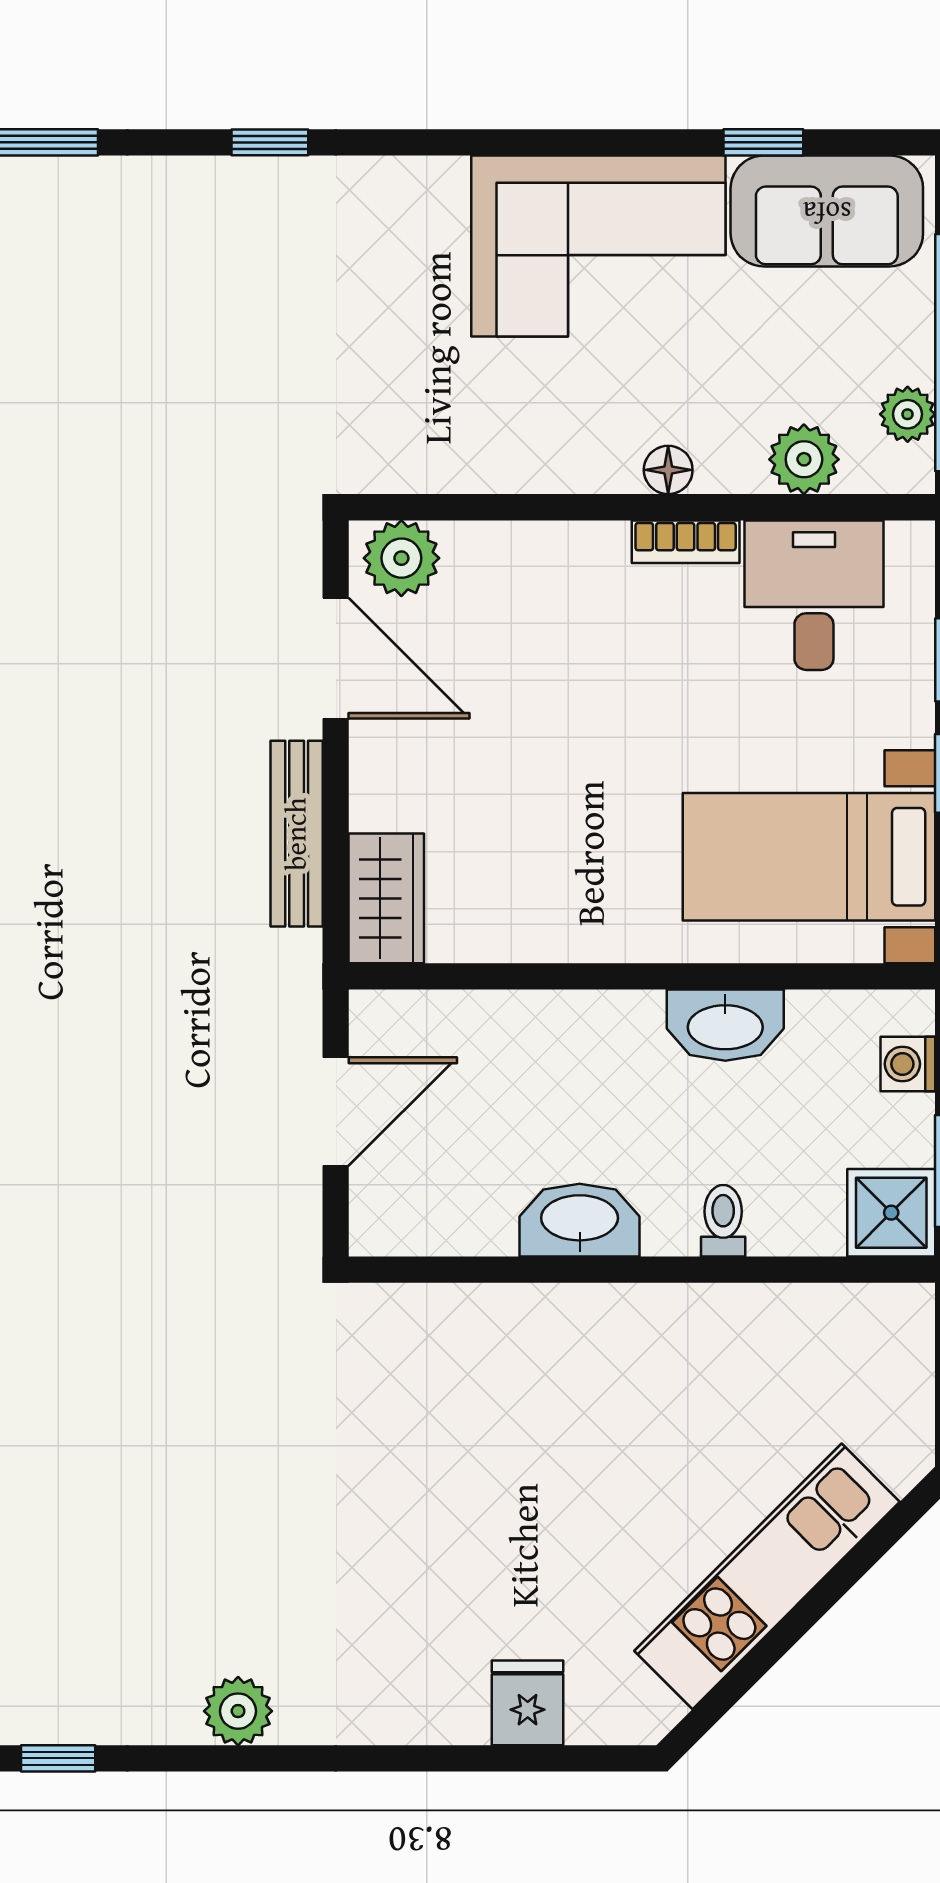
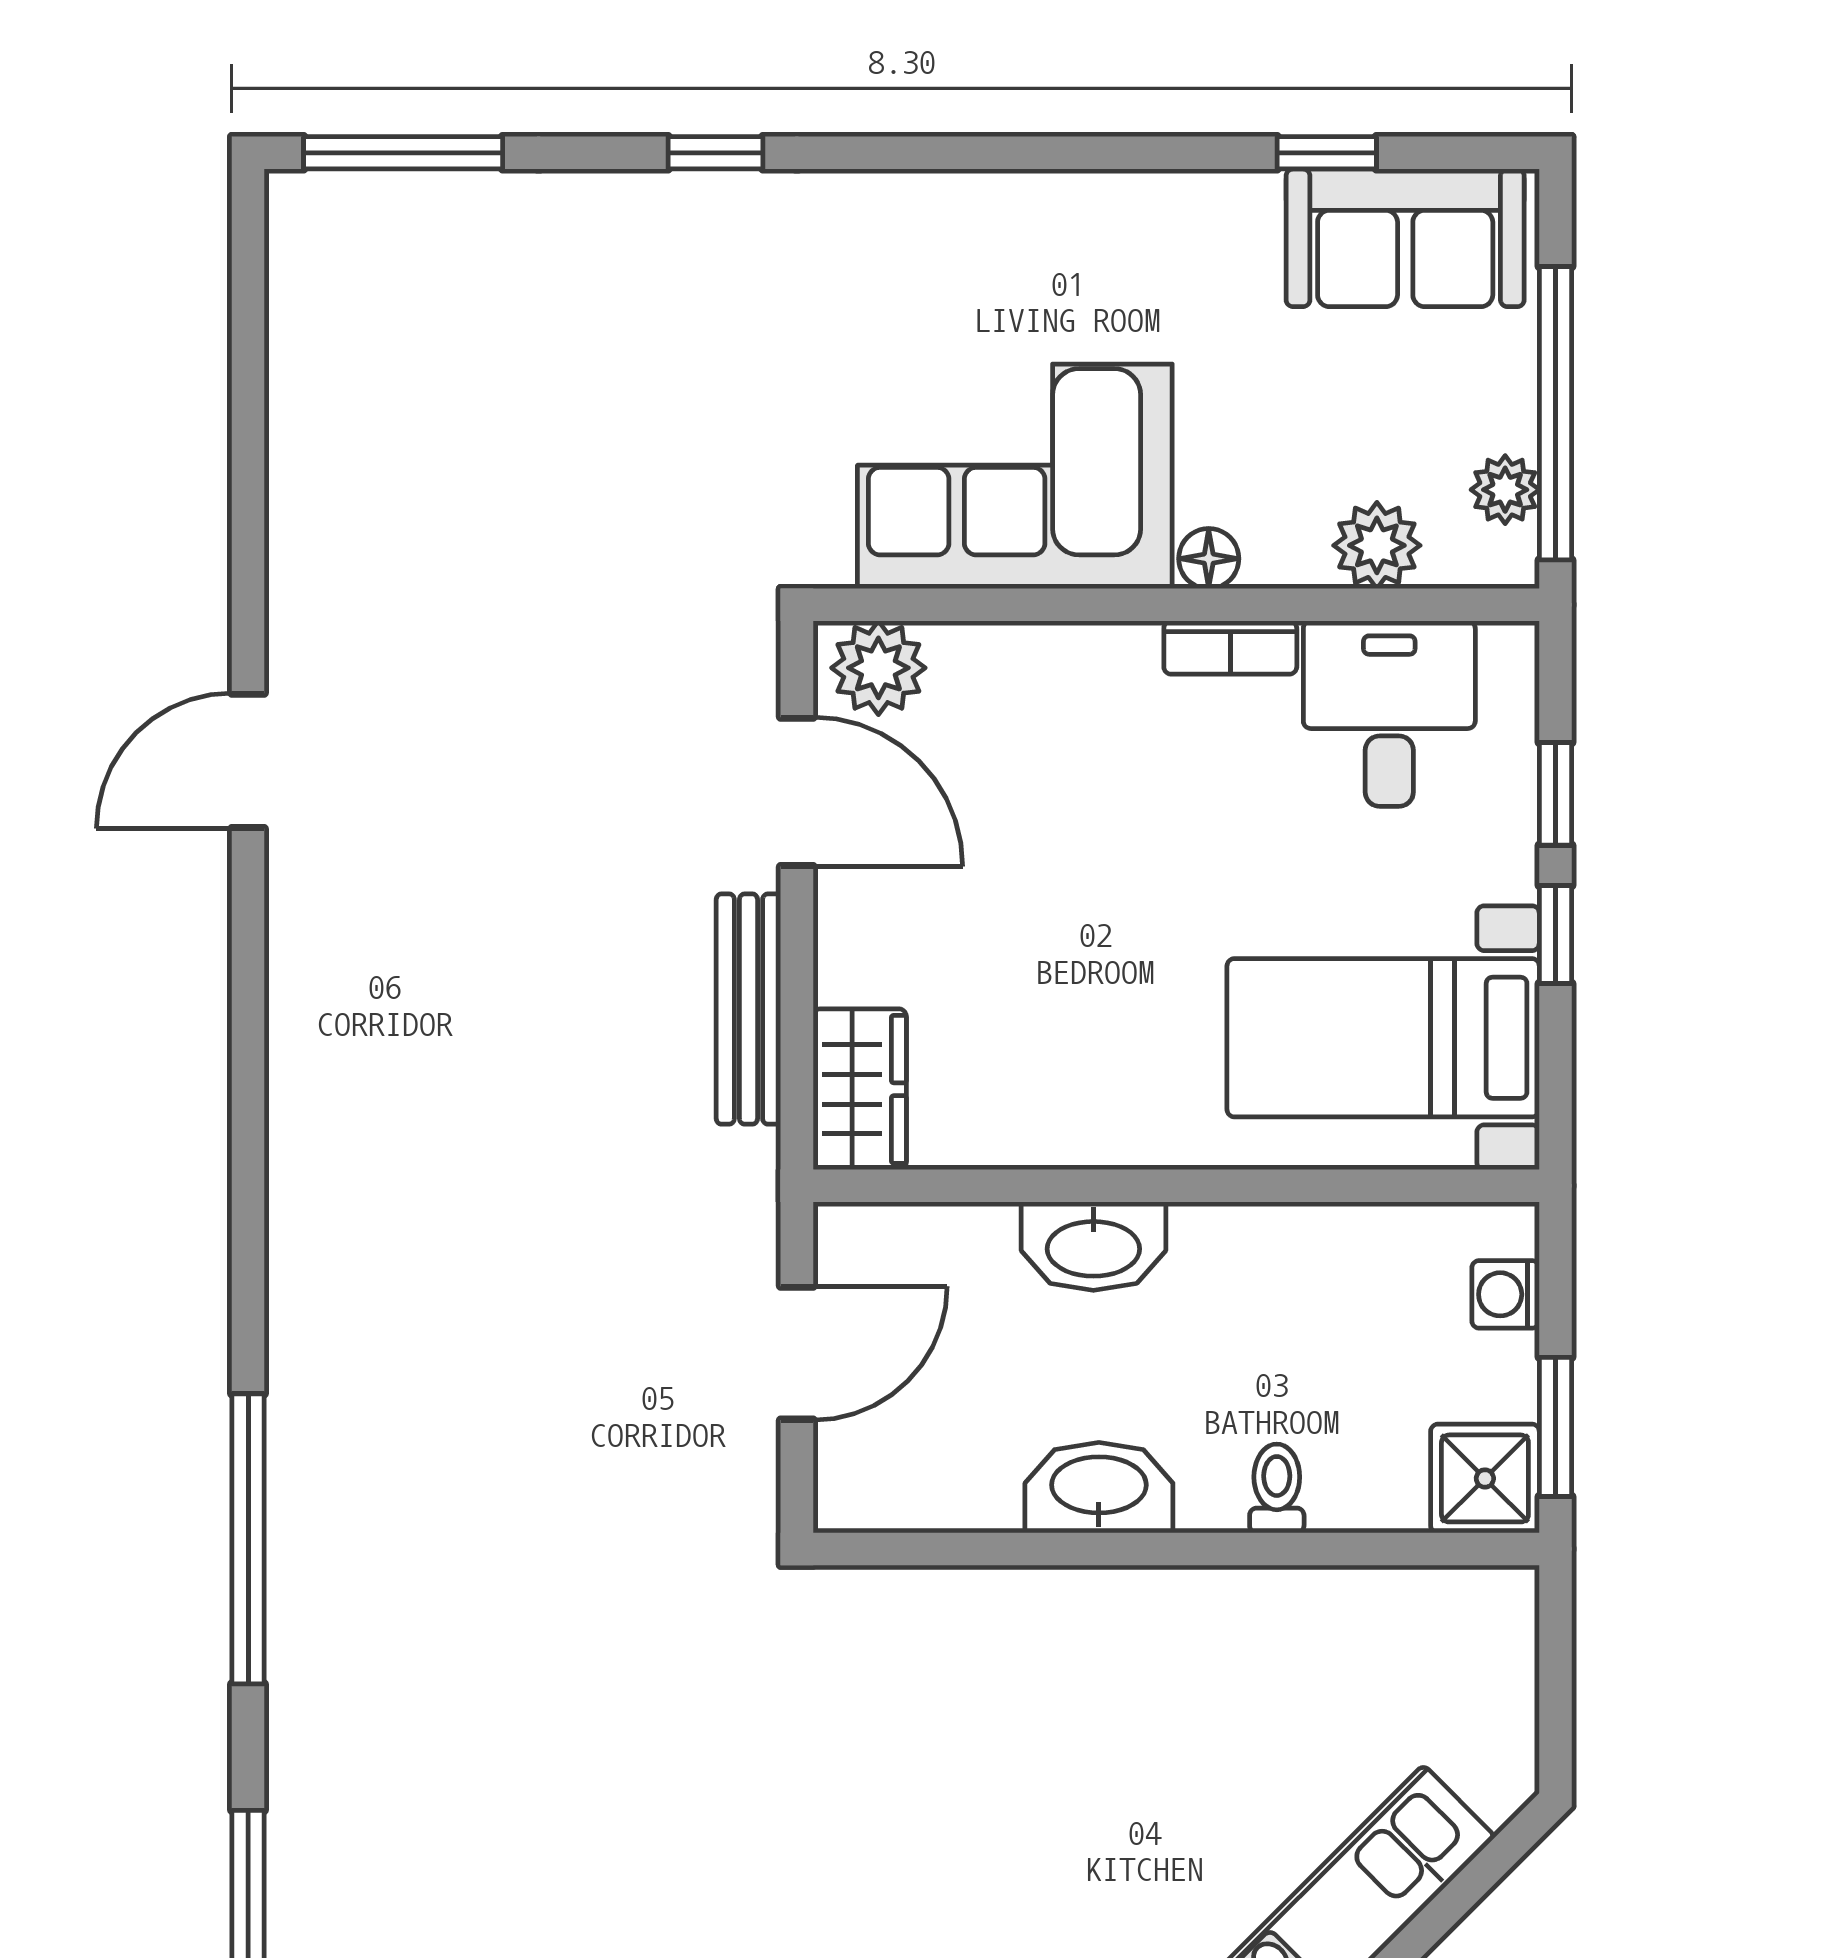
corner sofa: (598, 246) -> (1015, 476), moved, turned 180
washbasin: (725, 1025) -> (1093, 1246), moved

